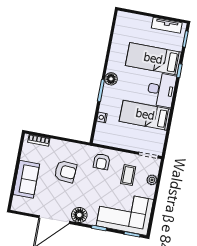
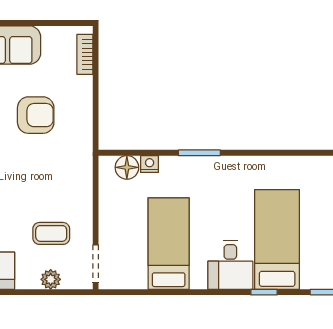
floor lamp: (111, 79) -> (127, 167), moved
desk: (161, 90) -> (230, 265), width x0.73
armchair: (102, 162) -> (67, 179), removed
armchair: (65, 172) -> (36, 115), turned -94

